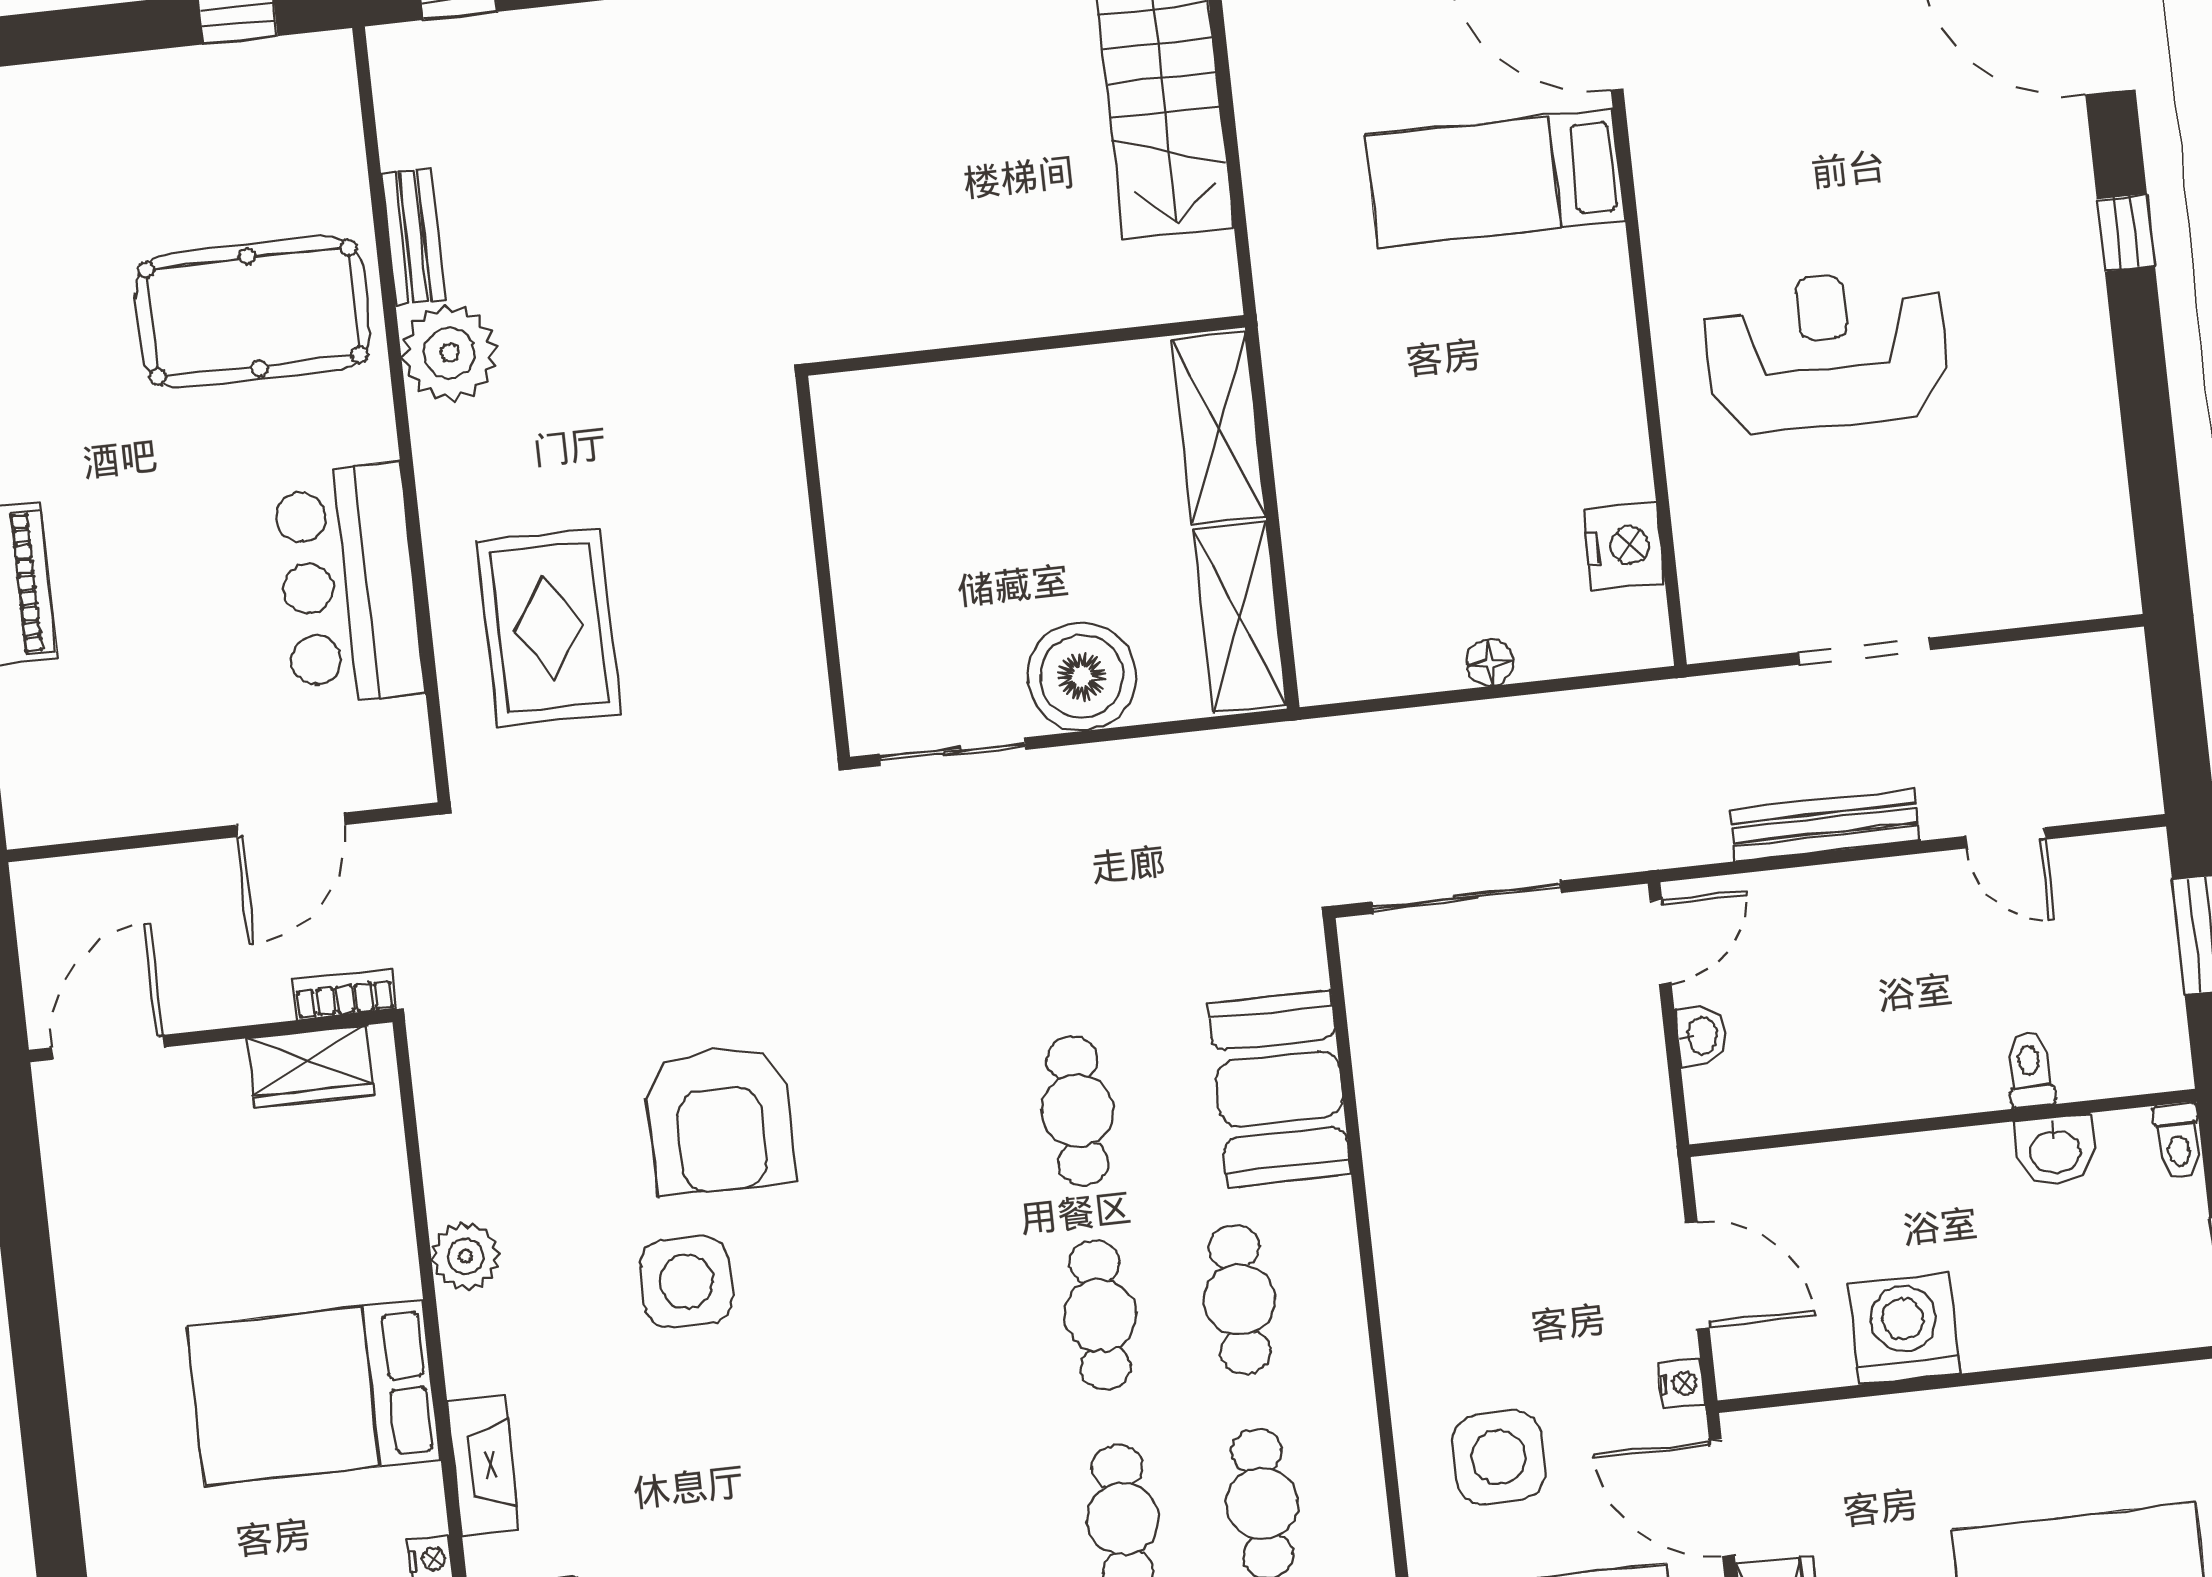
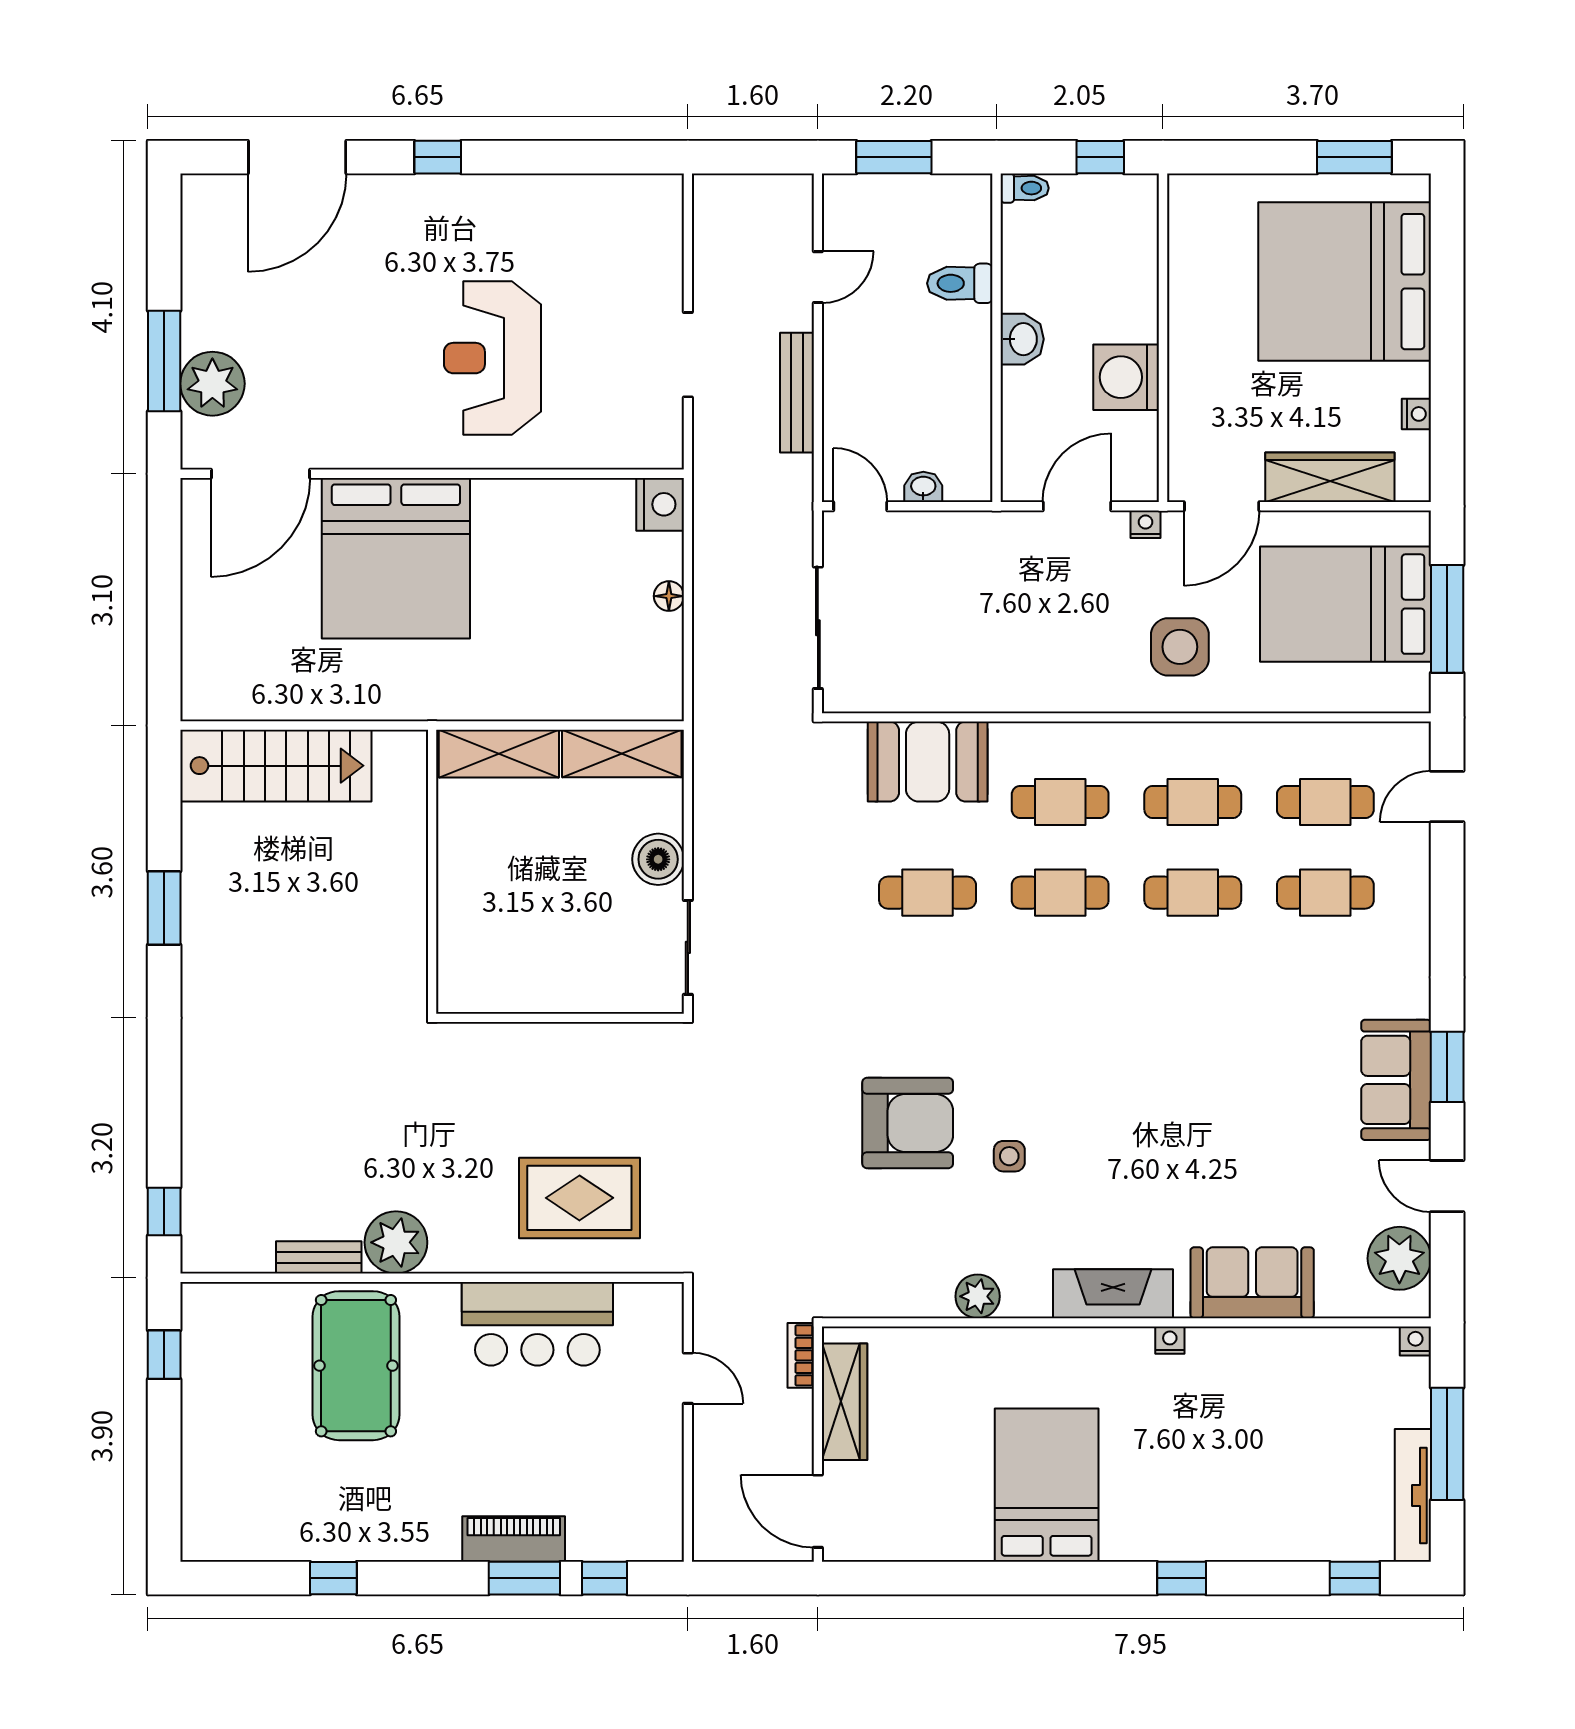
bed: (1495, 178) -> (396, 558), width x2.04
nightstand: (1624, 546) -> (660, 504), moved, turned 90
boiler: (1082, 676) -> (658, 859), width x0.73, depth x0.73
door: (290, 825) -> (688, 1378), width x0.73
wardrobe: (310, 1066) -> (845, 1402), width x1.50
toilet: (2030, 1070) -> (960, 283), width x1.37, depth x1.39
washbasin: (2055, 1150) -> (1022, 339), moved
side table: (686, 1281) -> (1009, 1156), width x0.54, depth x0.54
bed: (314, 1393) -> (1047, 1485), moved, turned 180
fireplace: (483, 1465) -> (1113, 1294), width x1.37, depth x1.32

